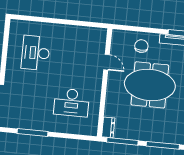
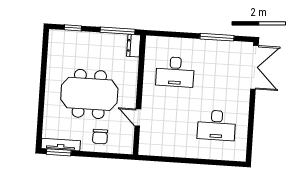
desk: (36, 53) -> (216, 125), turned 90
desk: (72, 102) -> (175, 72), turned 180
window: (163, 145) -> (73, 28), width x0.46

